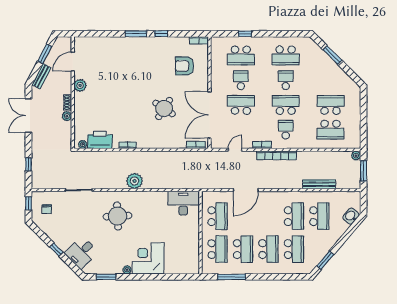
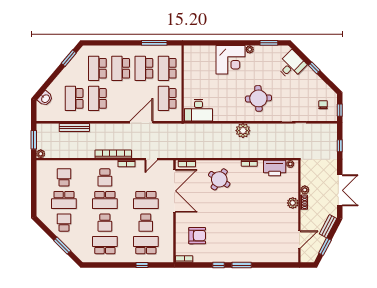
school desk: (330, 80) -> (64, 223), added
plant: (80, 85) -> (293, 203), moved
round table: (164, 109) -> (219, 179), moved
school desk: (330, 130) -> (64, 177), width x0.54

